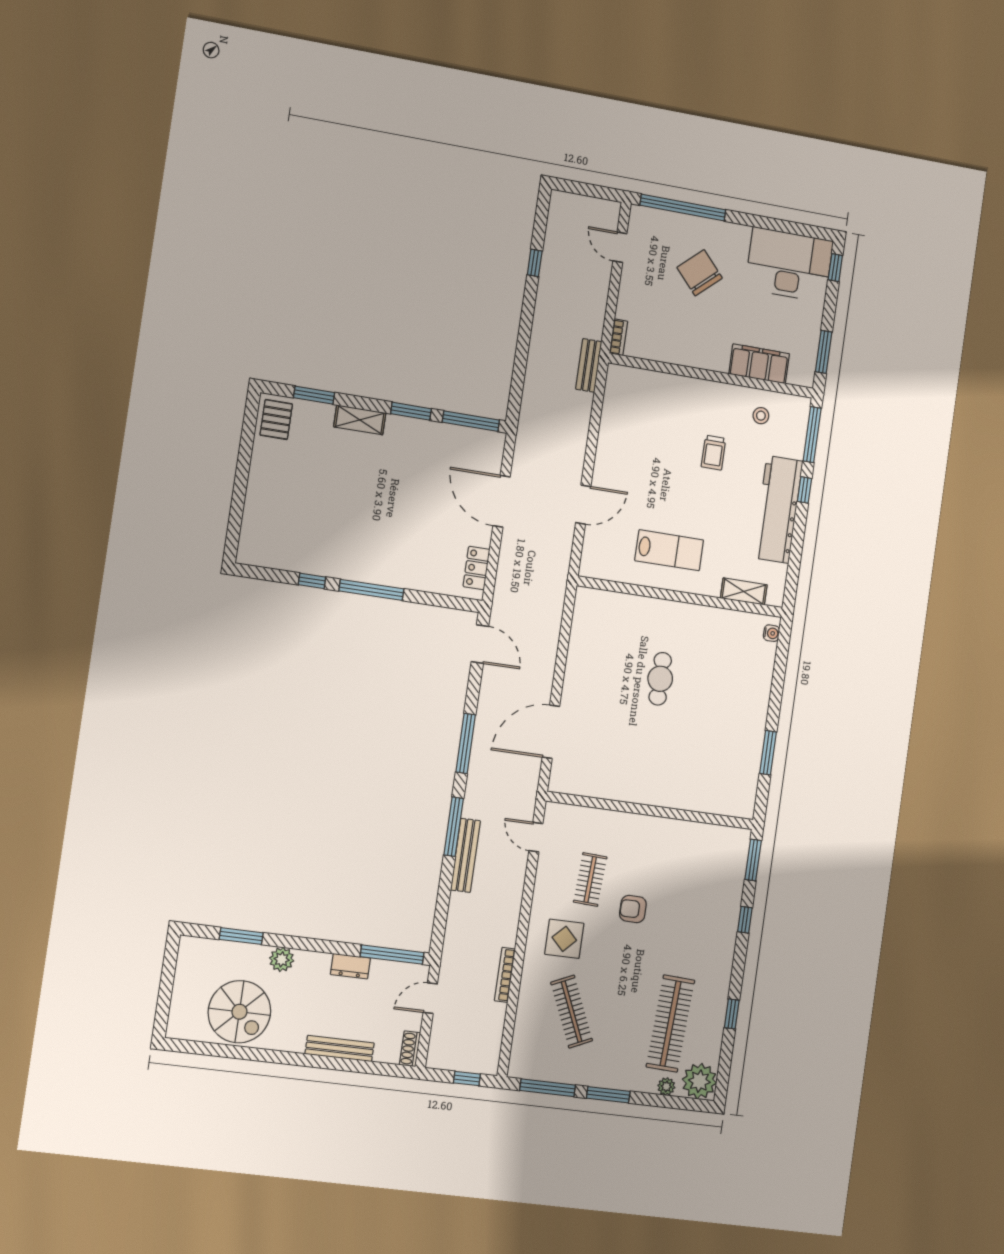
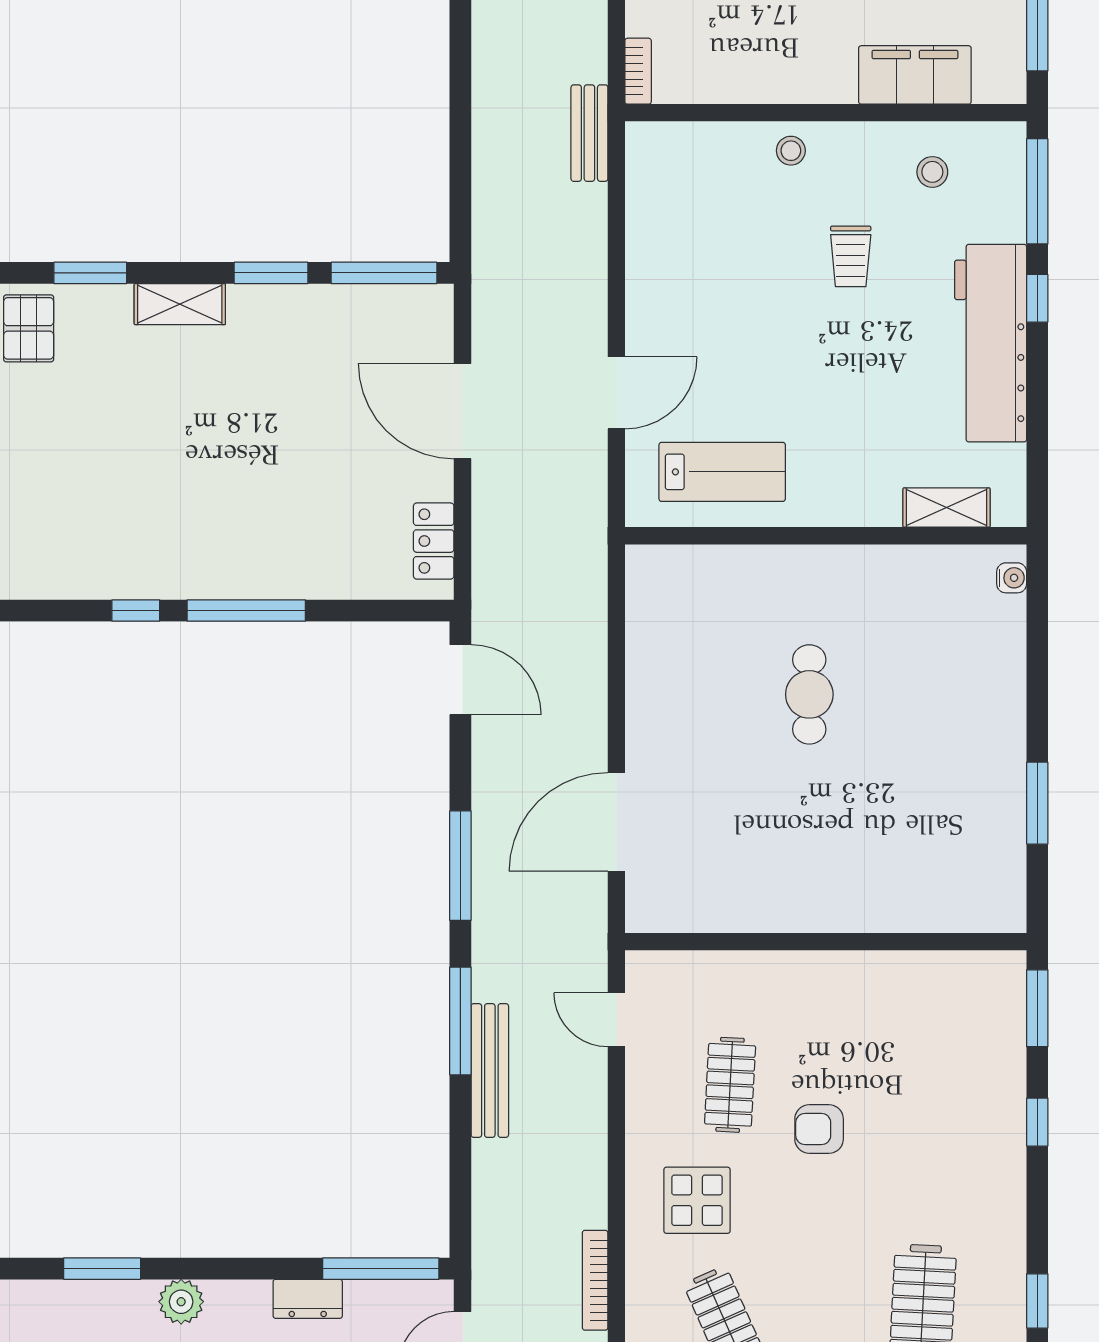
stool: (691, 392) -> (791, 151), added
lab bench: (669, 550) -> (722, 472), moved

